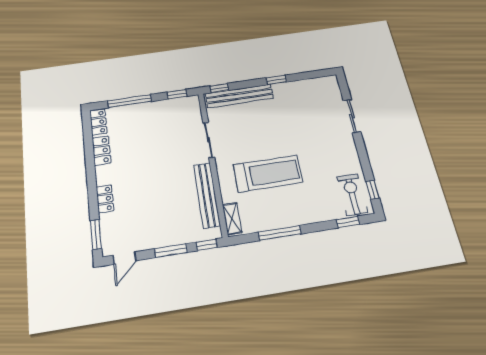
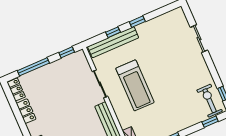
window: (219, 88) -> (113, 32), moved
treadmill: (268, 174) -> (135, 85), moved, turned 90

